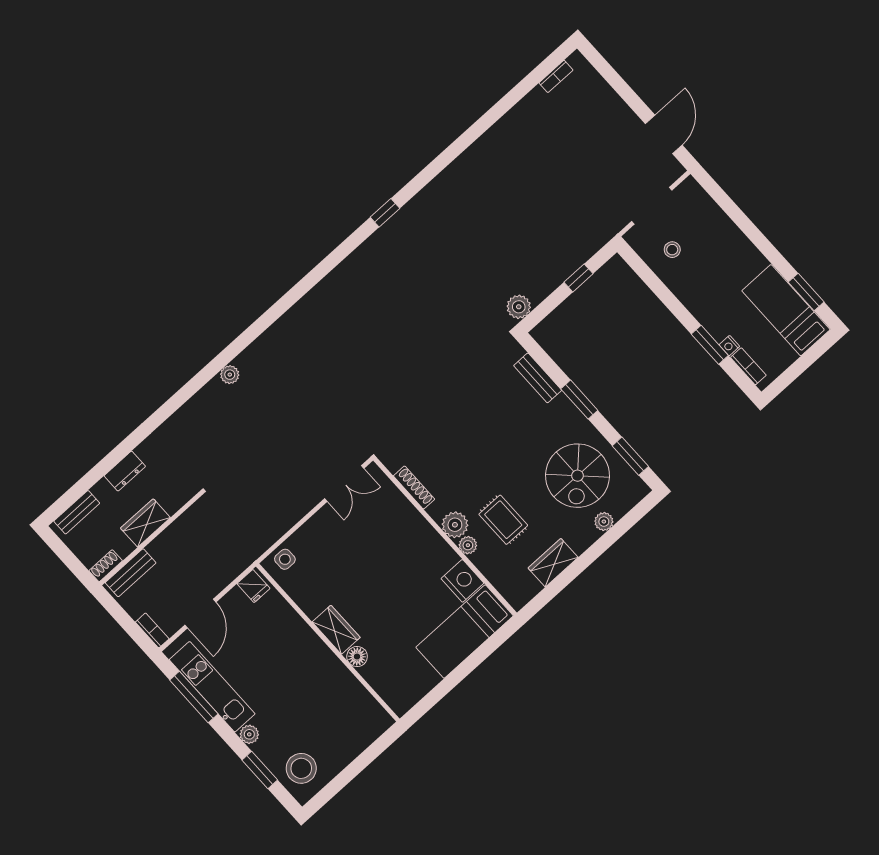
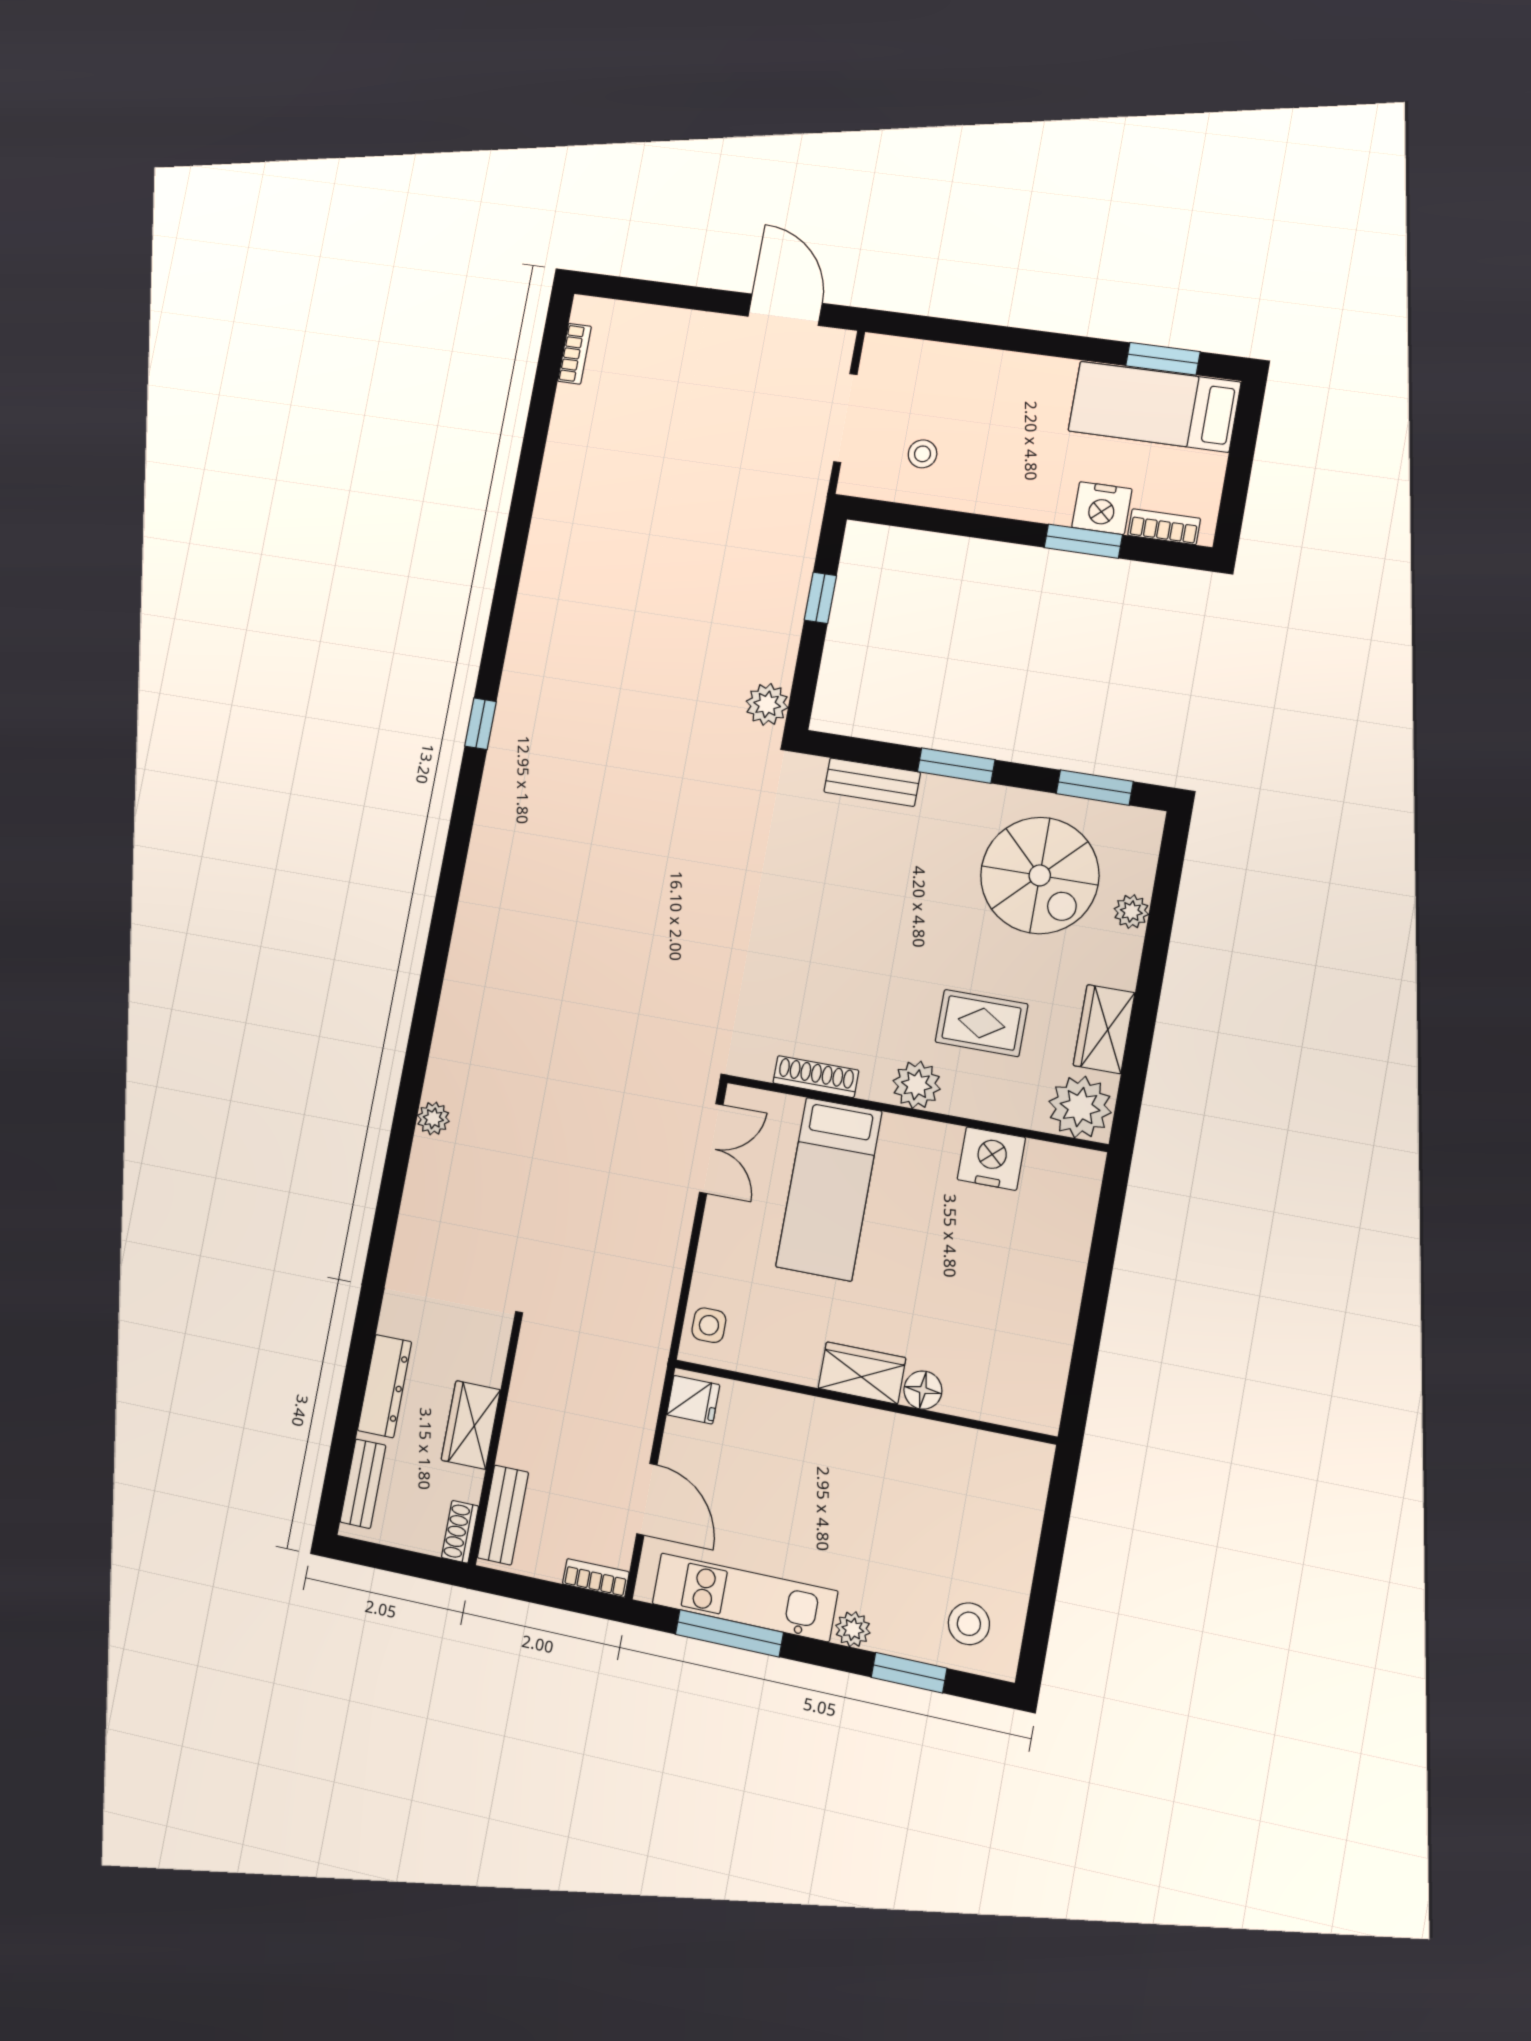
nightstand: (729, 346) -> (1102, 508), width x1.89, depth x1.79
dresser: (125, 471) -> (385, 1386), width x1.44
plant: (468, 545) -> (1080, 1107), moved, width x1.88, depth x1.88
bed: (465, 631) -> (829, 1189), moved
stool: (301, 768) -> (969, 1624), width x0.73, depth x0.73

